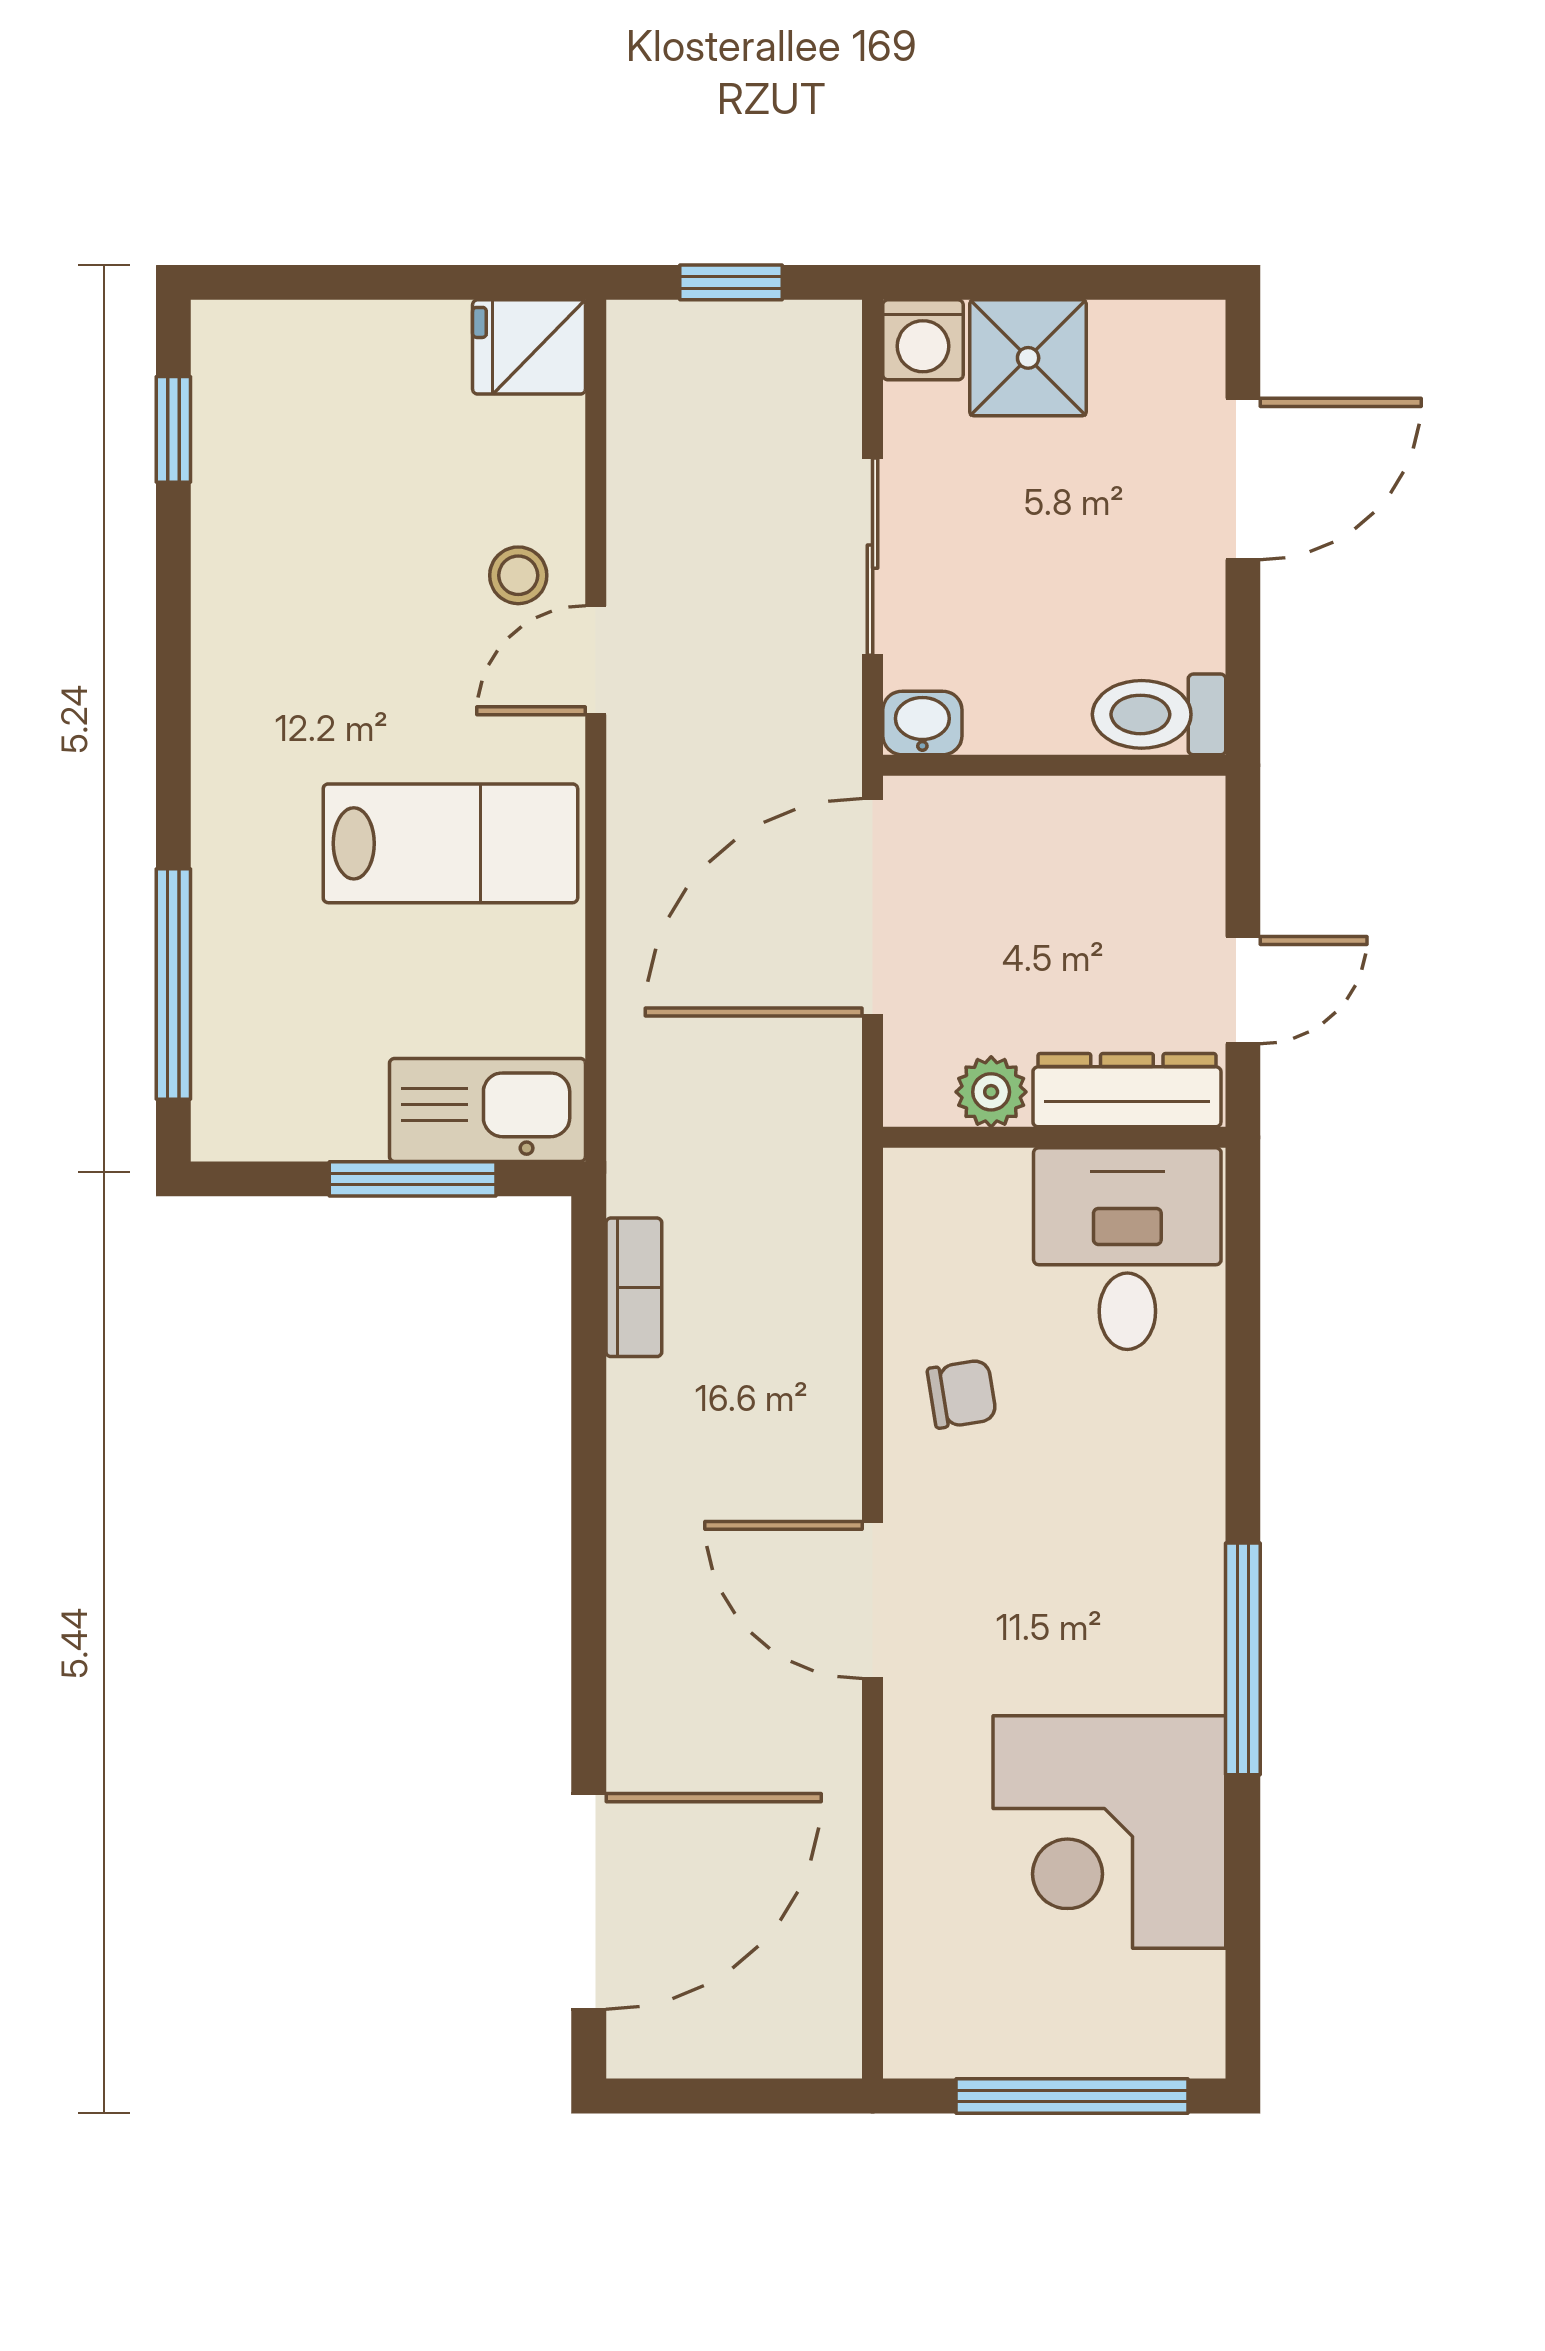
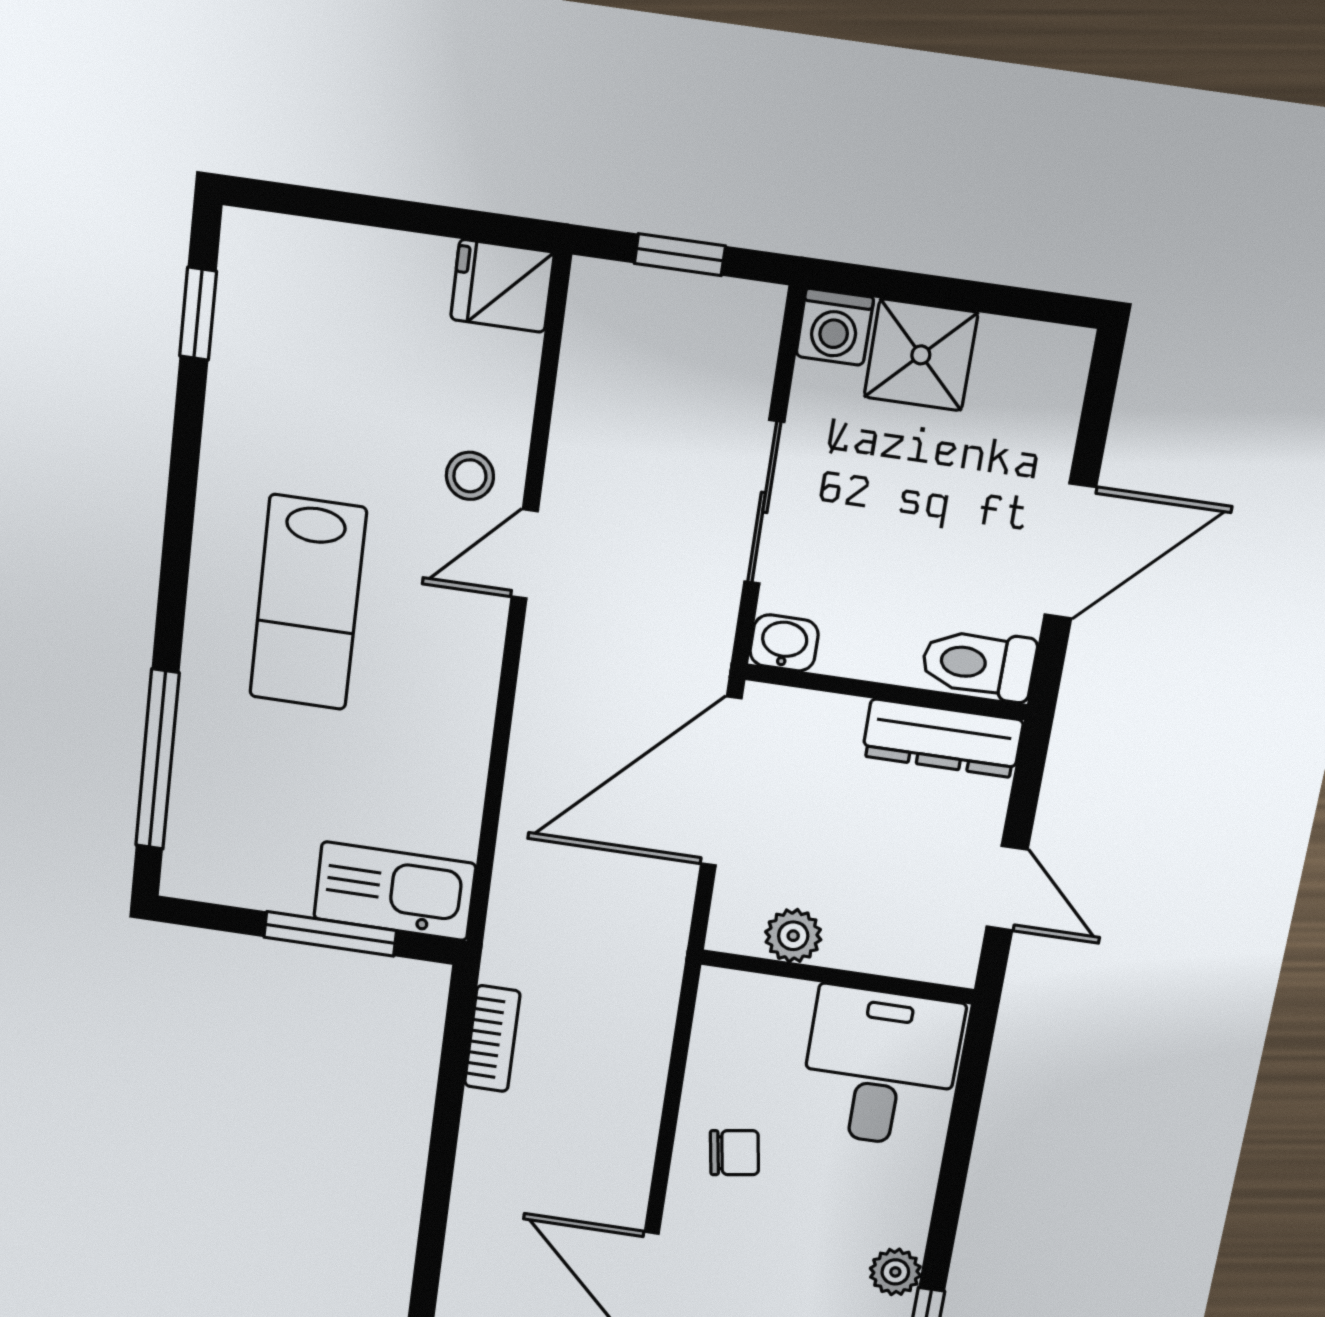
door: (1243, 479) -> (1070, 551), moved
lab bench: (450, 843) -> (308, 603), moved, turned 90
door: (1243, 990) -> (1007, 888), hinge flipped
dresser: (1127, 1090) -> (942, 738), moved, turned 180
plant: (1193, 1526) -> (895, 1272), added

